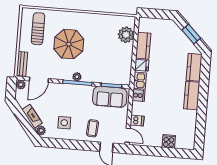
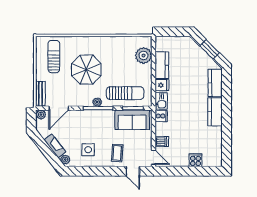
sun lounger: (105, 70) -> (125, 93), added

